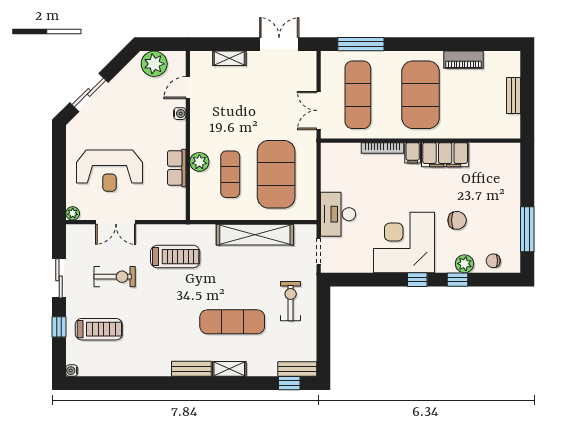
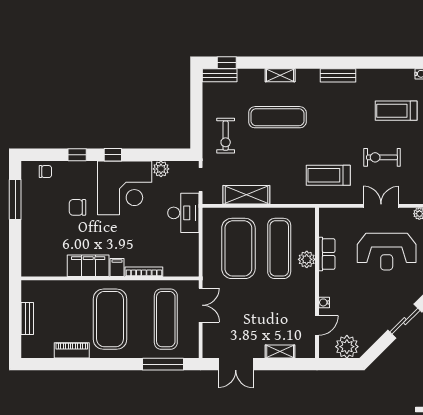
reception desk: (109, 171) -> (387, 252), turned 180
exercise mat: (230, 174) -> (279, 248), width x1.36, depth x1.45
shelving: (255, 235) -> (246, 195), width x0.68
plant: (465, 264) -> (161, 169), moved
bench: (191, 369) -> (338, 75), moved

